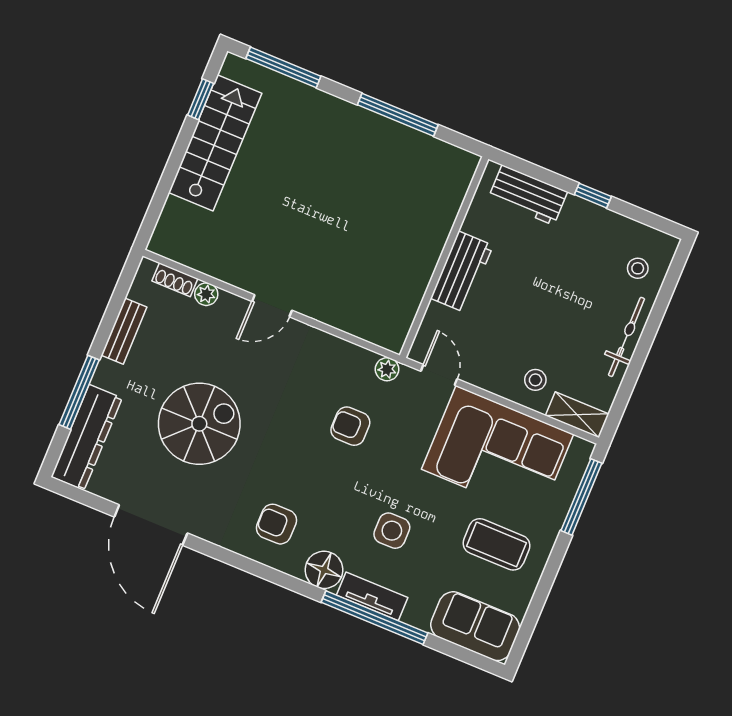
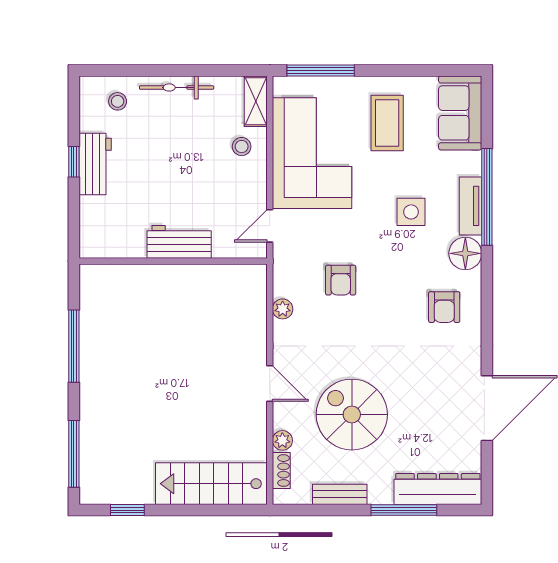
stairs: (215, 143) -> (211, 484), moved
workbench: (528, 195) -> (95, 164), moved
plant: (387, 369) -> (283, 309), moved
spiral stairs: (199, 424) -> (352, 415), moved

